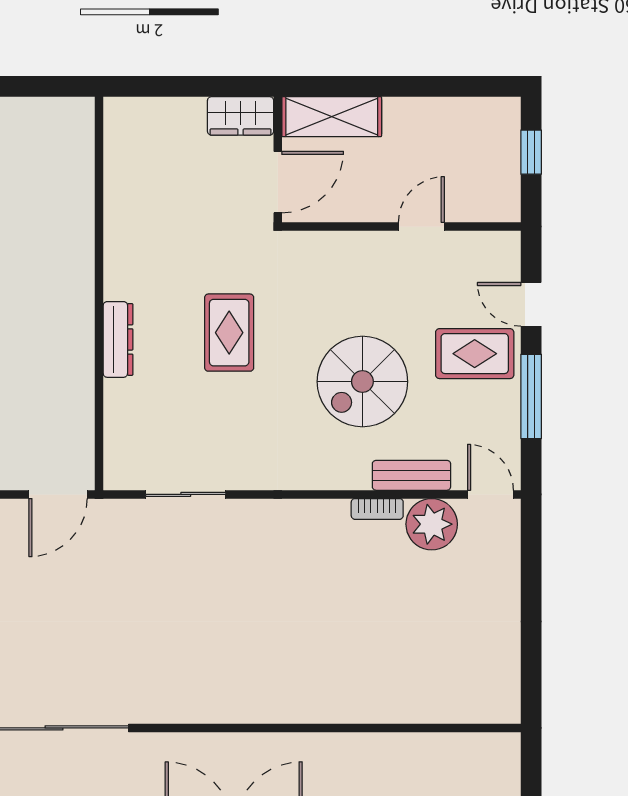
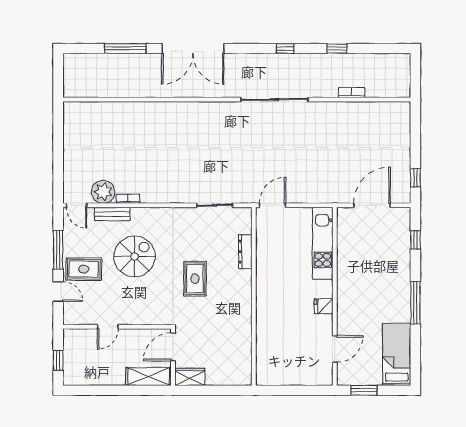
dresser: (118, 339) -> (245, 252), moved

